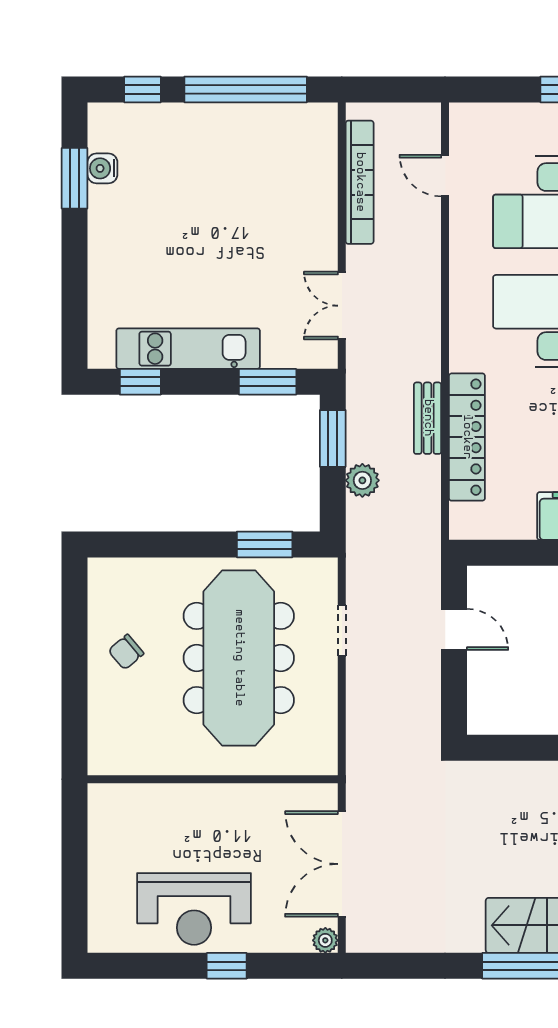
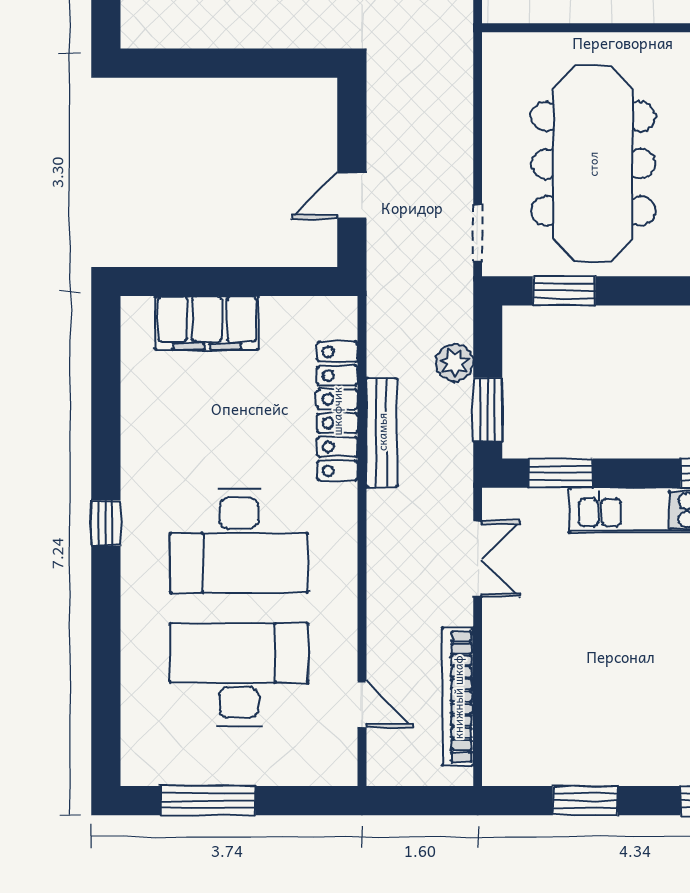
window: (246, 89) -> (585, 801), width x0.47
bench: (428, 418) -> (382, 432), width x1.36
door: (454, 629) -> (352, 196), hinge flipped
doorway: (342, 630) -> (478, 233), moved

